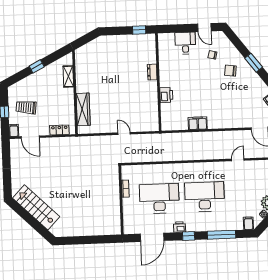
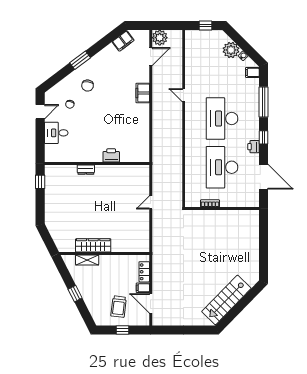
wardrobe: (83, 109) -> (93, 245), moved
filing cabinet: (198, 123) -> (143, 93), moved
filing cabinet: (14, 130) -> (143, 288), moved
door: (30, 137) -> (151, 303), swing flipped
door: (238, 160) -> (184, 95), moved

